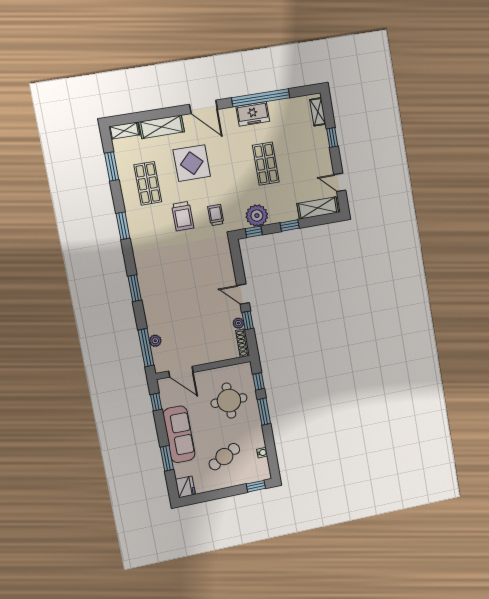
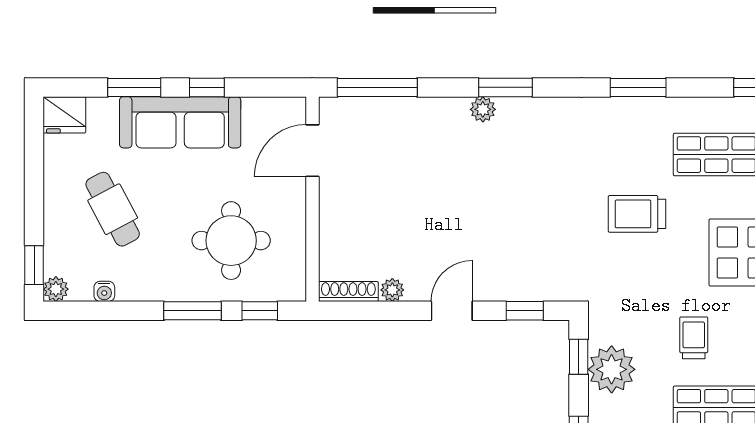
trolley: (216, 215) -> (694, 338), moved, turned -90
window: (248, 320) -> (525, 311), moved
plant: (155, 341) -> (483, 109), moved
window: (156, 402) -> (207, 87), moved
plant: (265, 474) -> (56, 289), added

